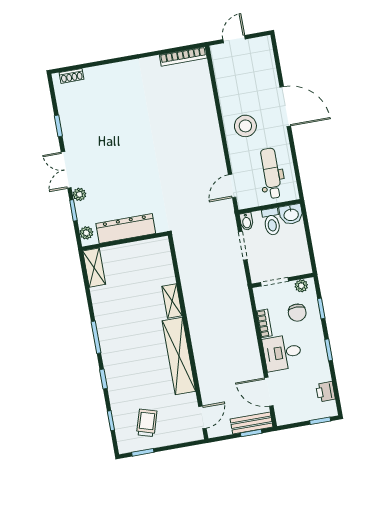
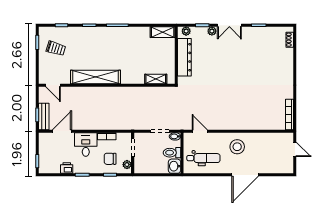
double door: (66, 170) -> (229, 25), swing flipped
shelving: (172, 301) -> (156, 79), moved
printer: (325, 392) -> (67, 168), moved

